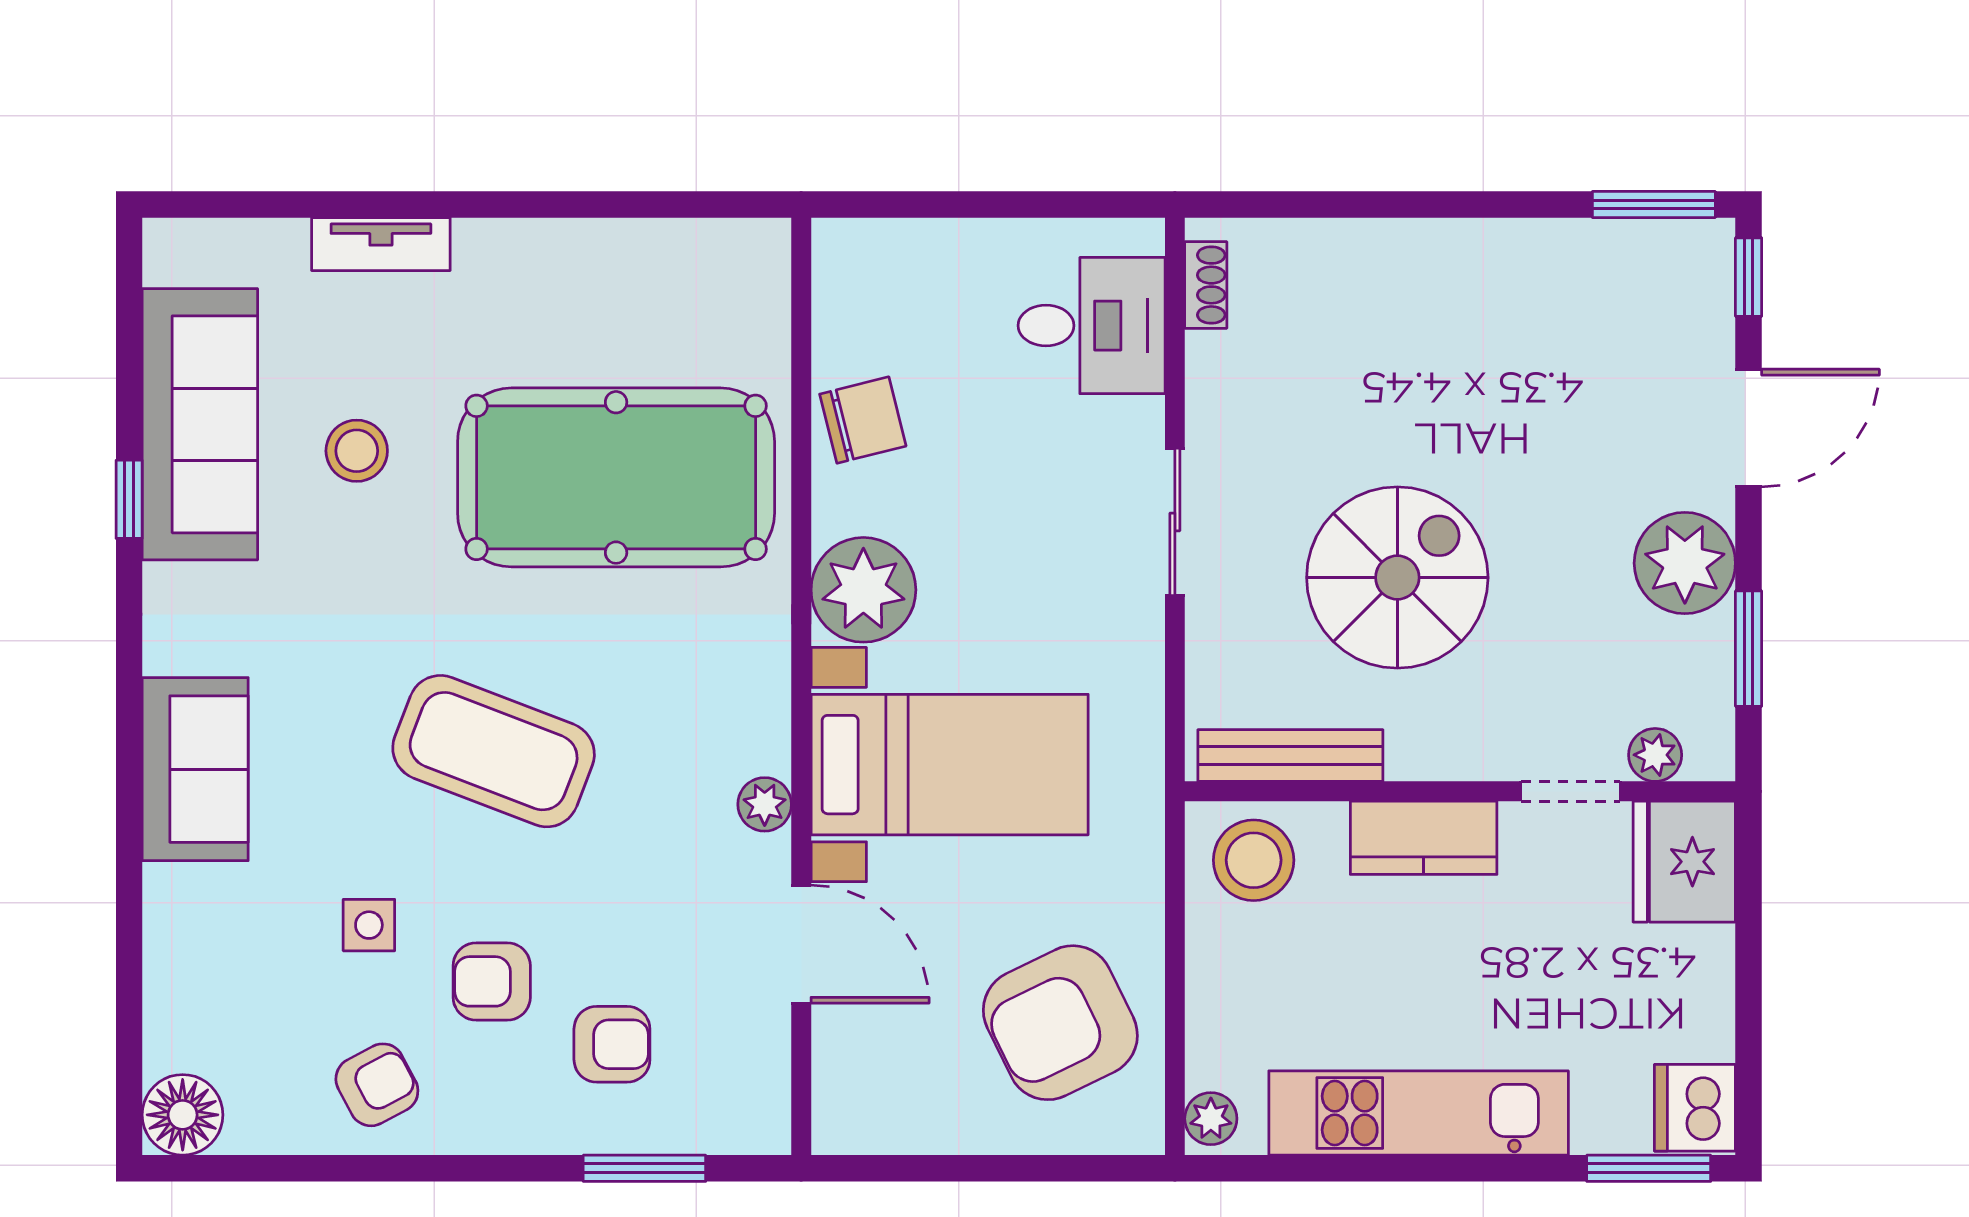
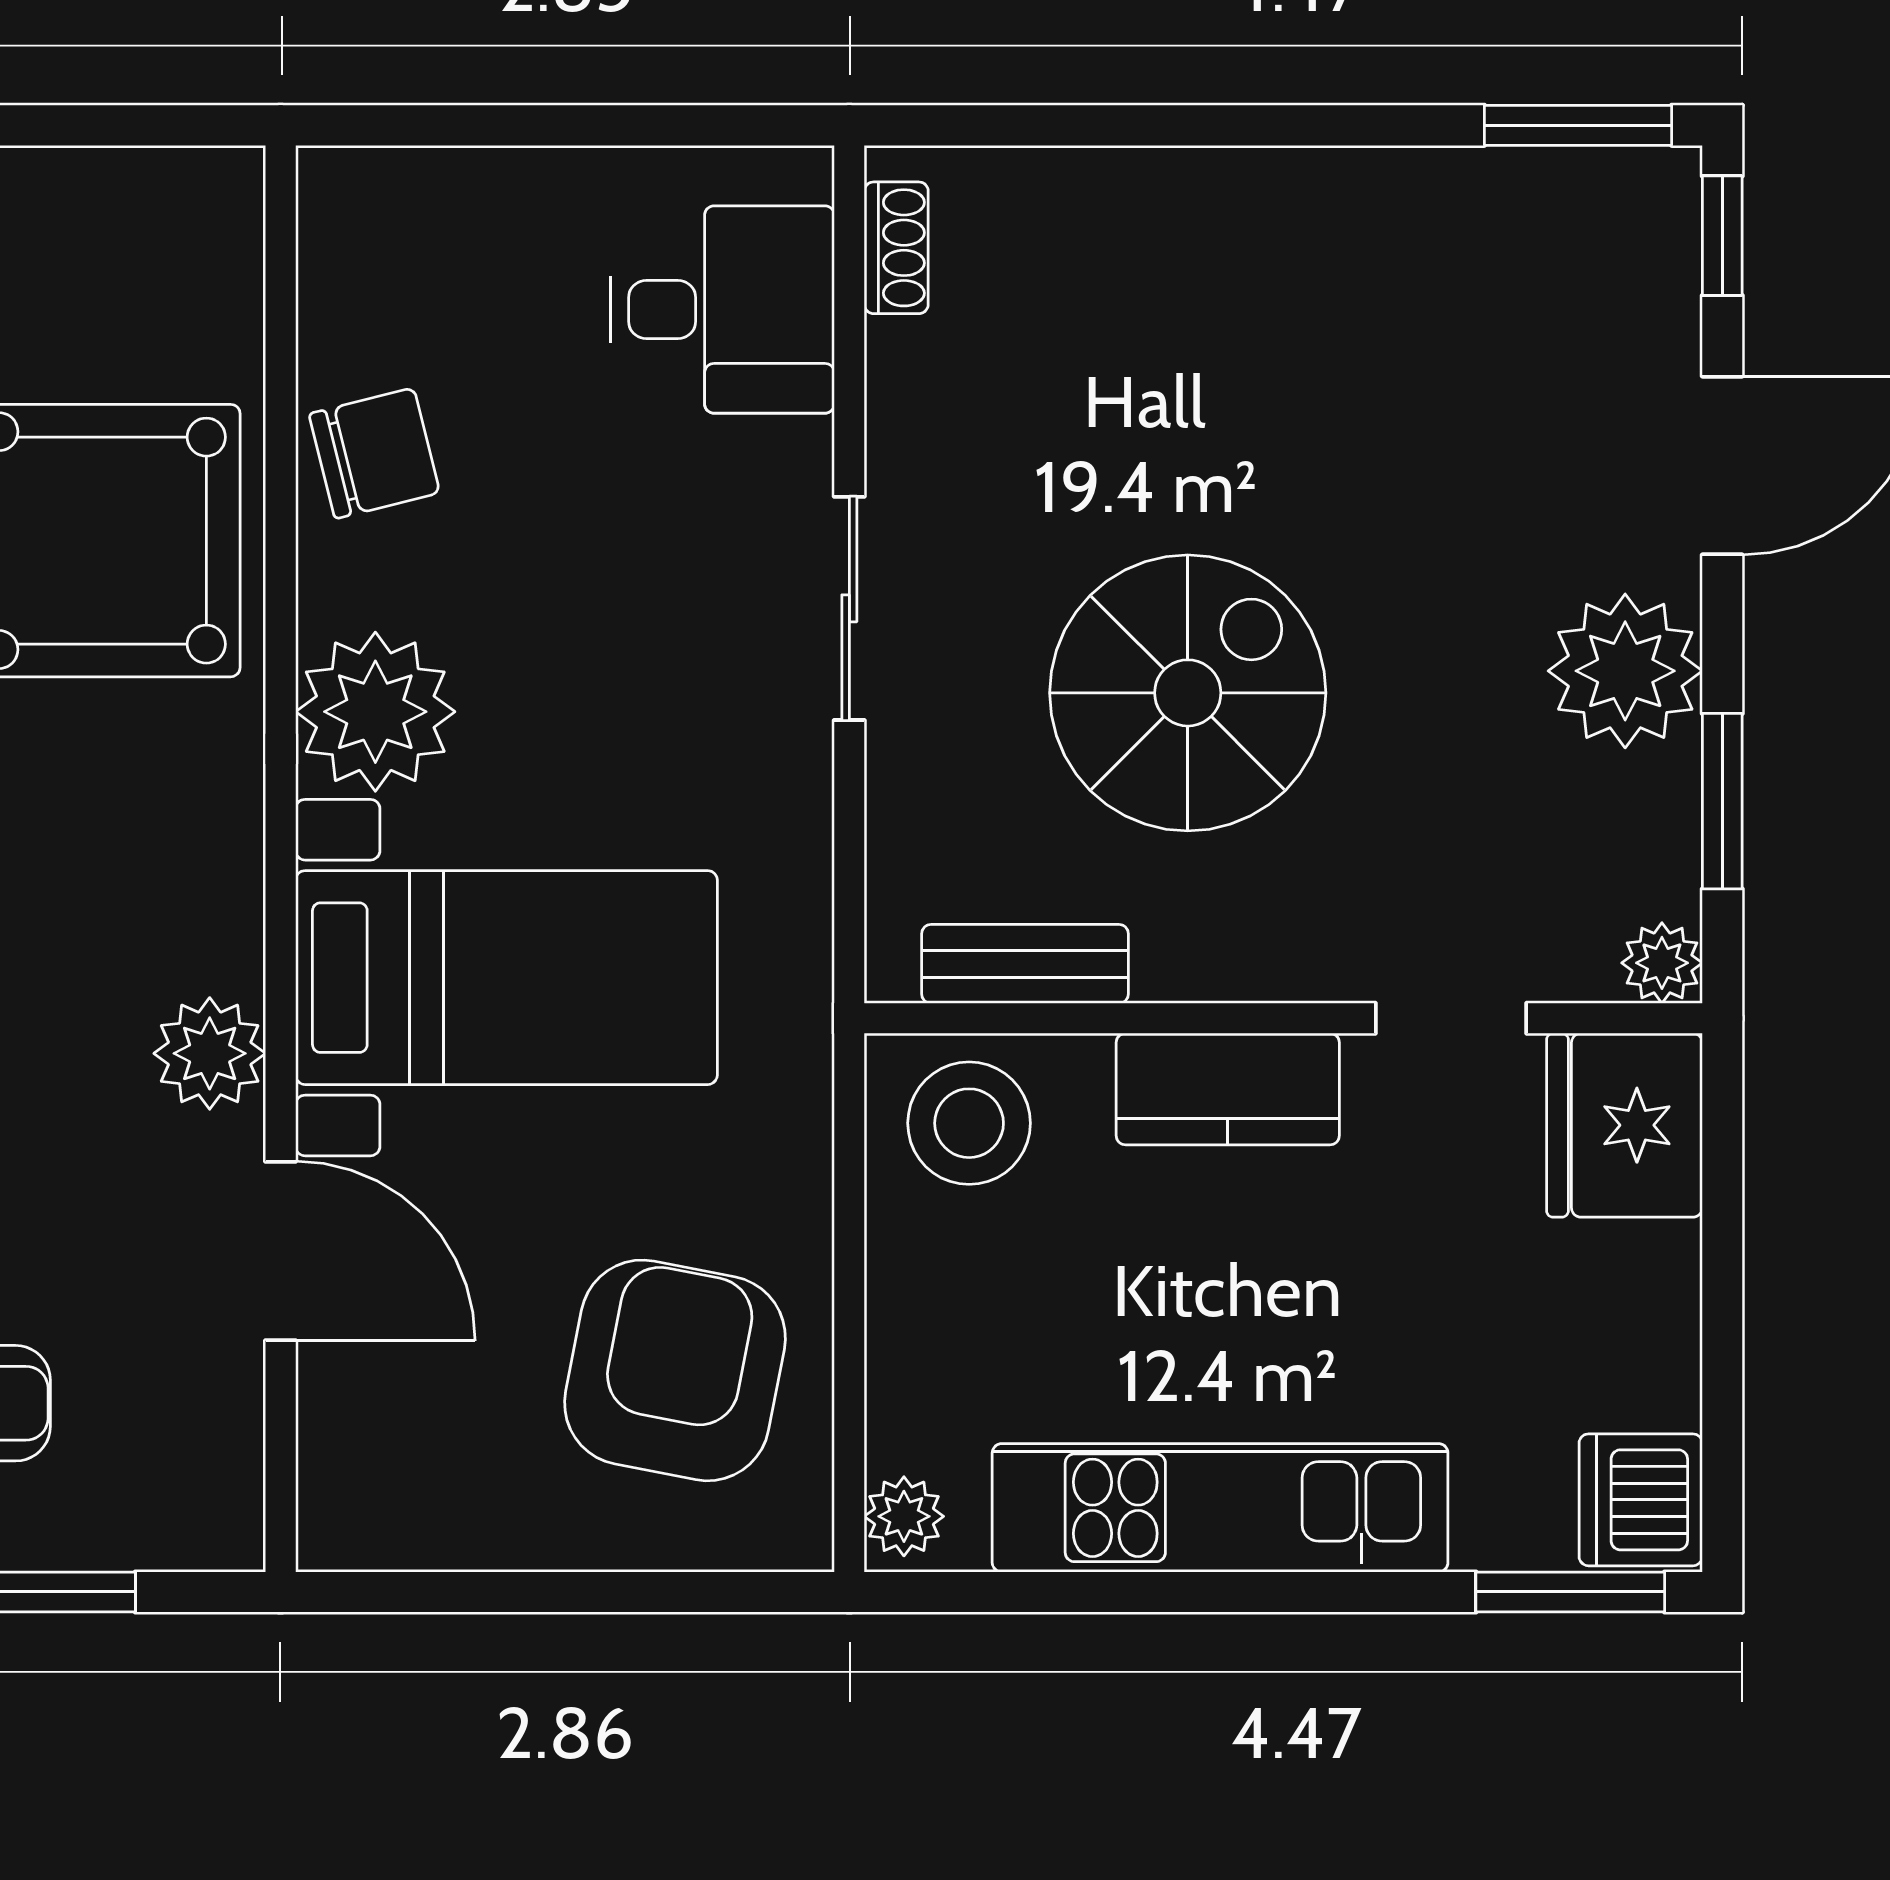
plant: (1655, 755) -> (1662, 963), moved
bench: (1290, 756) -> (1025, 964), width x0.73
plant: (765, 804) -> (210, 1053), width x1.38, depth x1.38
armchair: (1060, 1023) -> (675, 1370), turned 127

